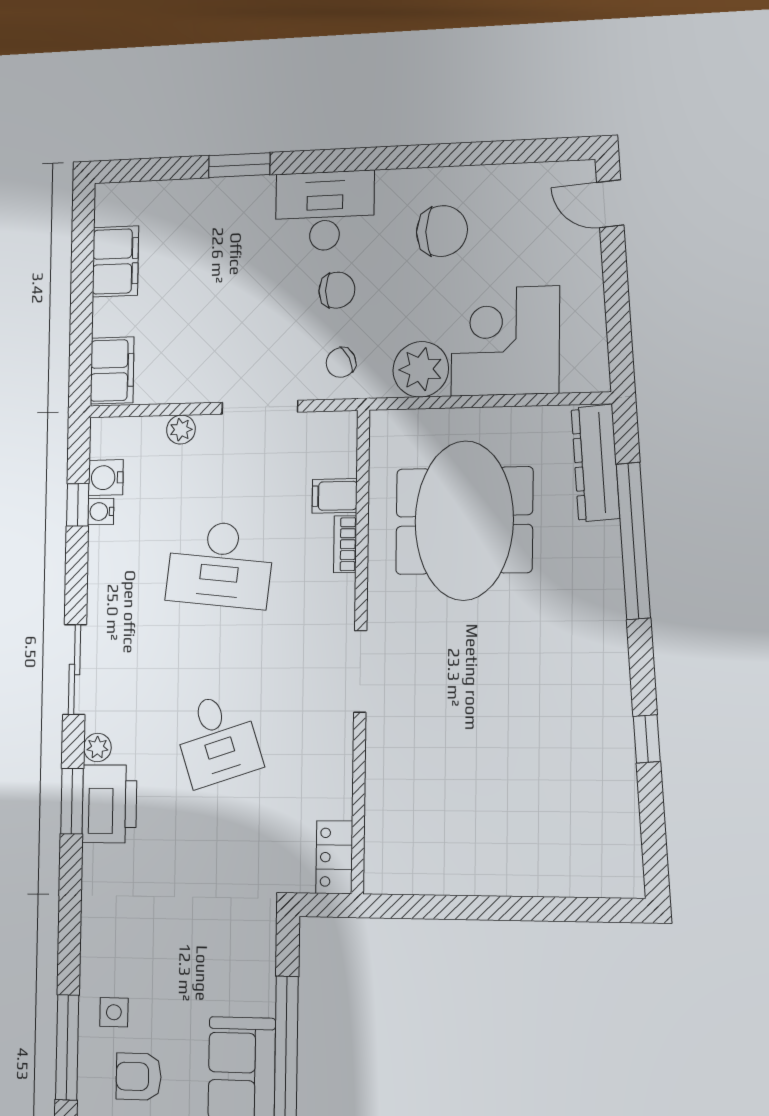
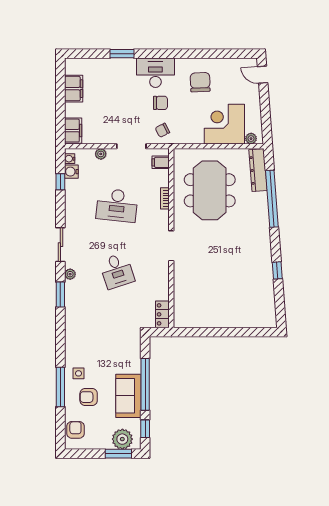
chair: (442, 231) -> (200, 82), turned -92
plant: (421, 369) -> (251, 139), moved, width x0.53, depth x0.53
filing cabinet: (335, 496) -> (161, 162), moved
water cooler: (101, 512) -> (70, 159), moved
printer: (109, 804) -> (75, 295), removed

